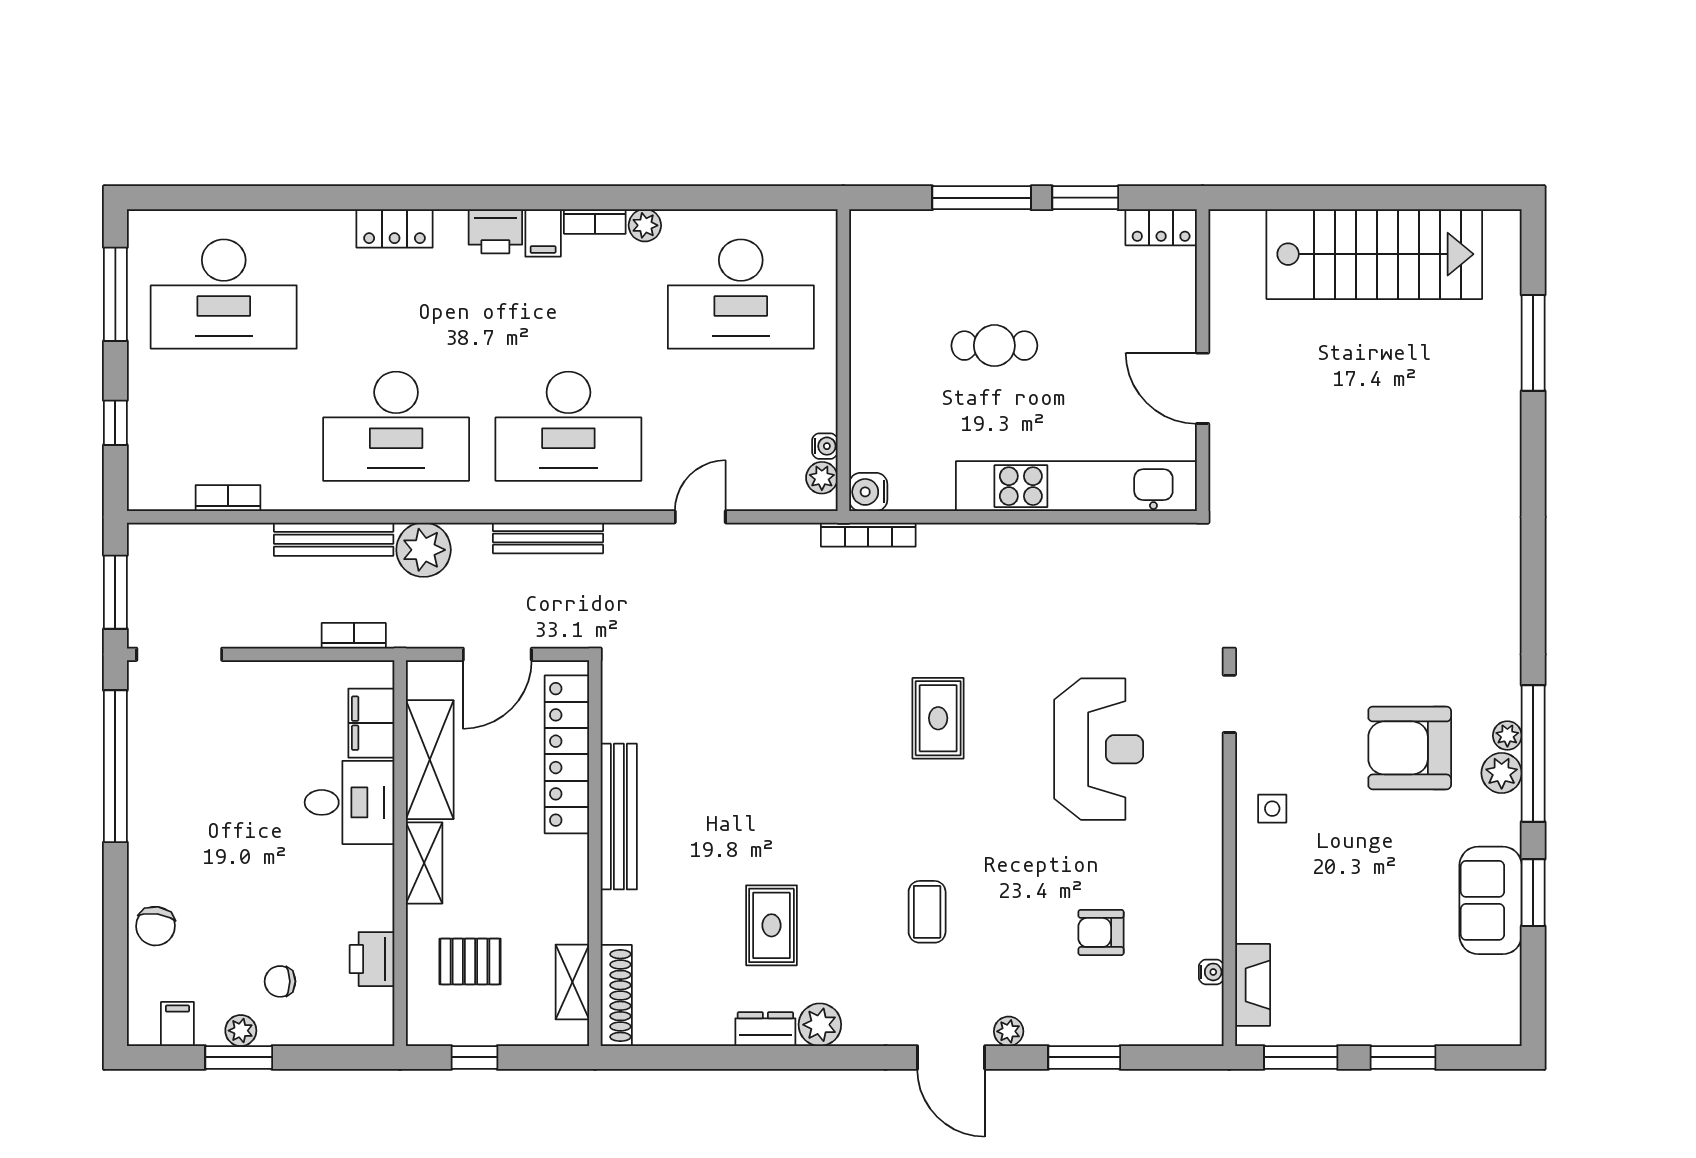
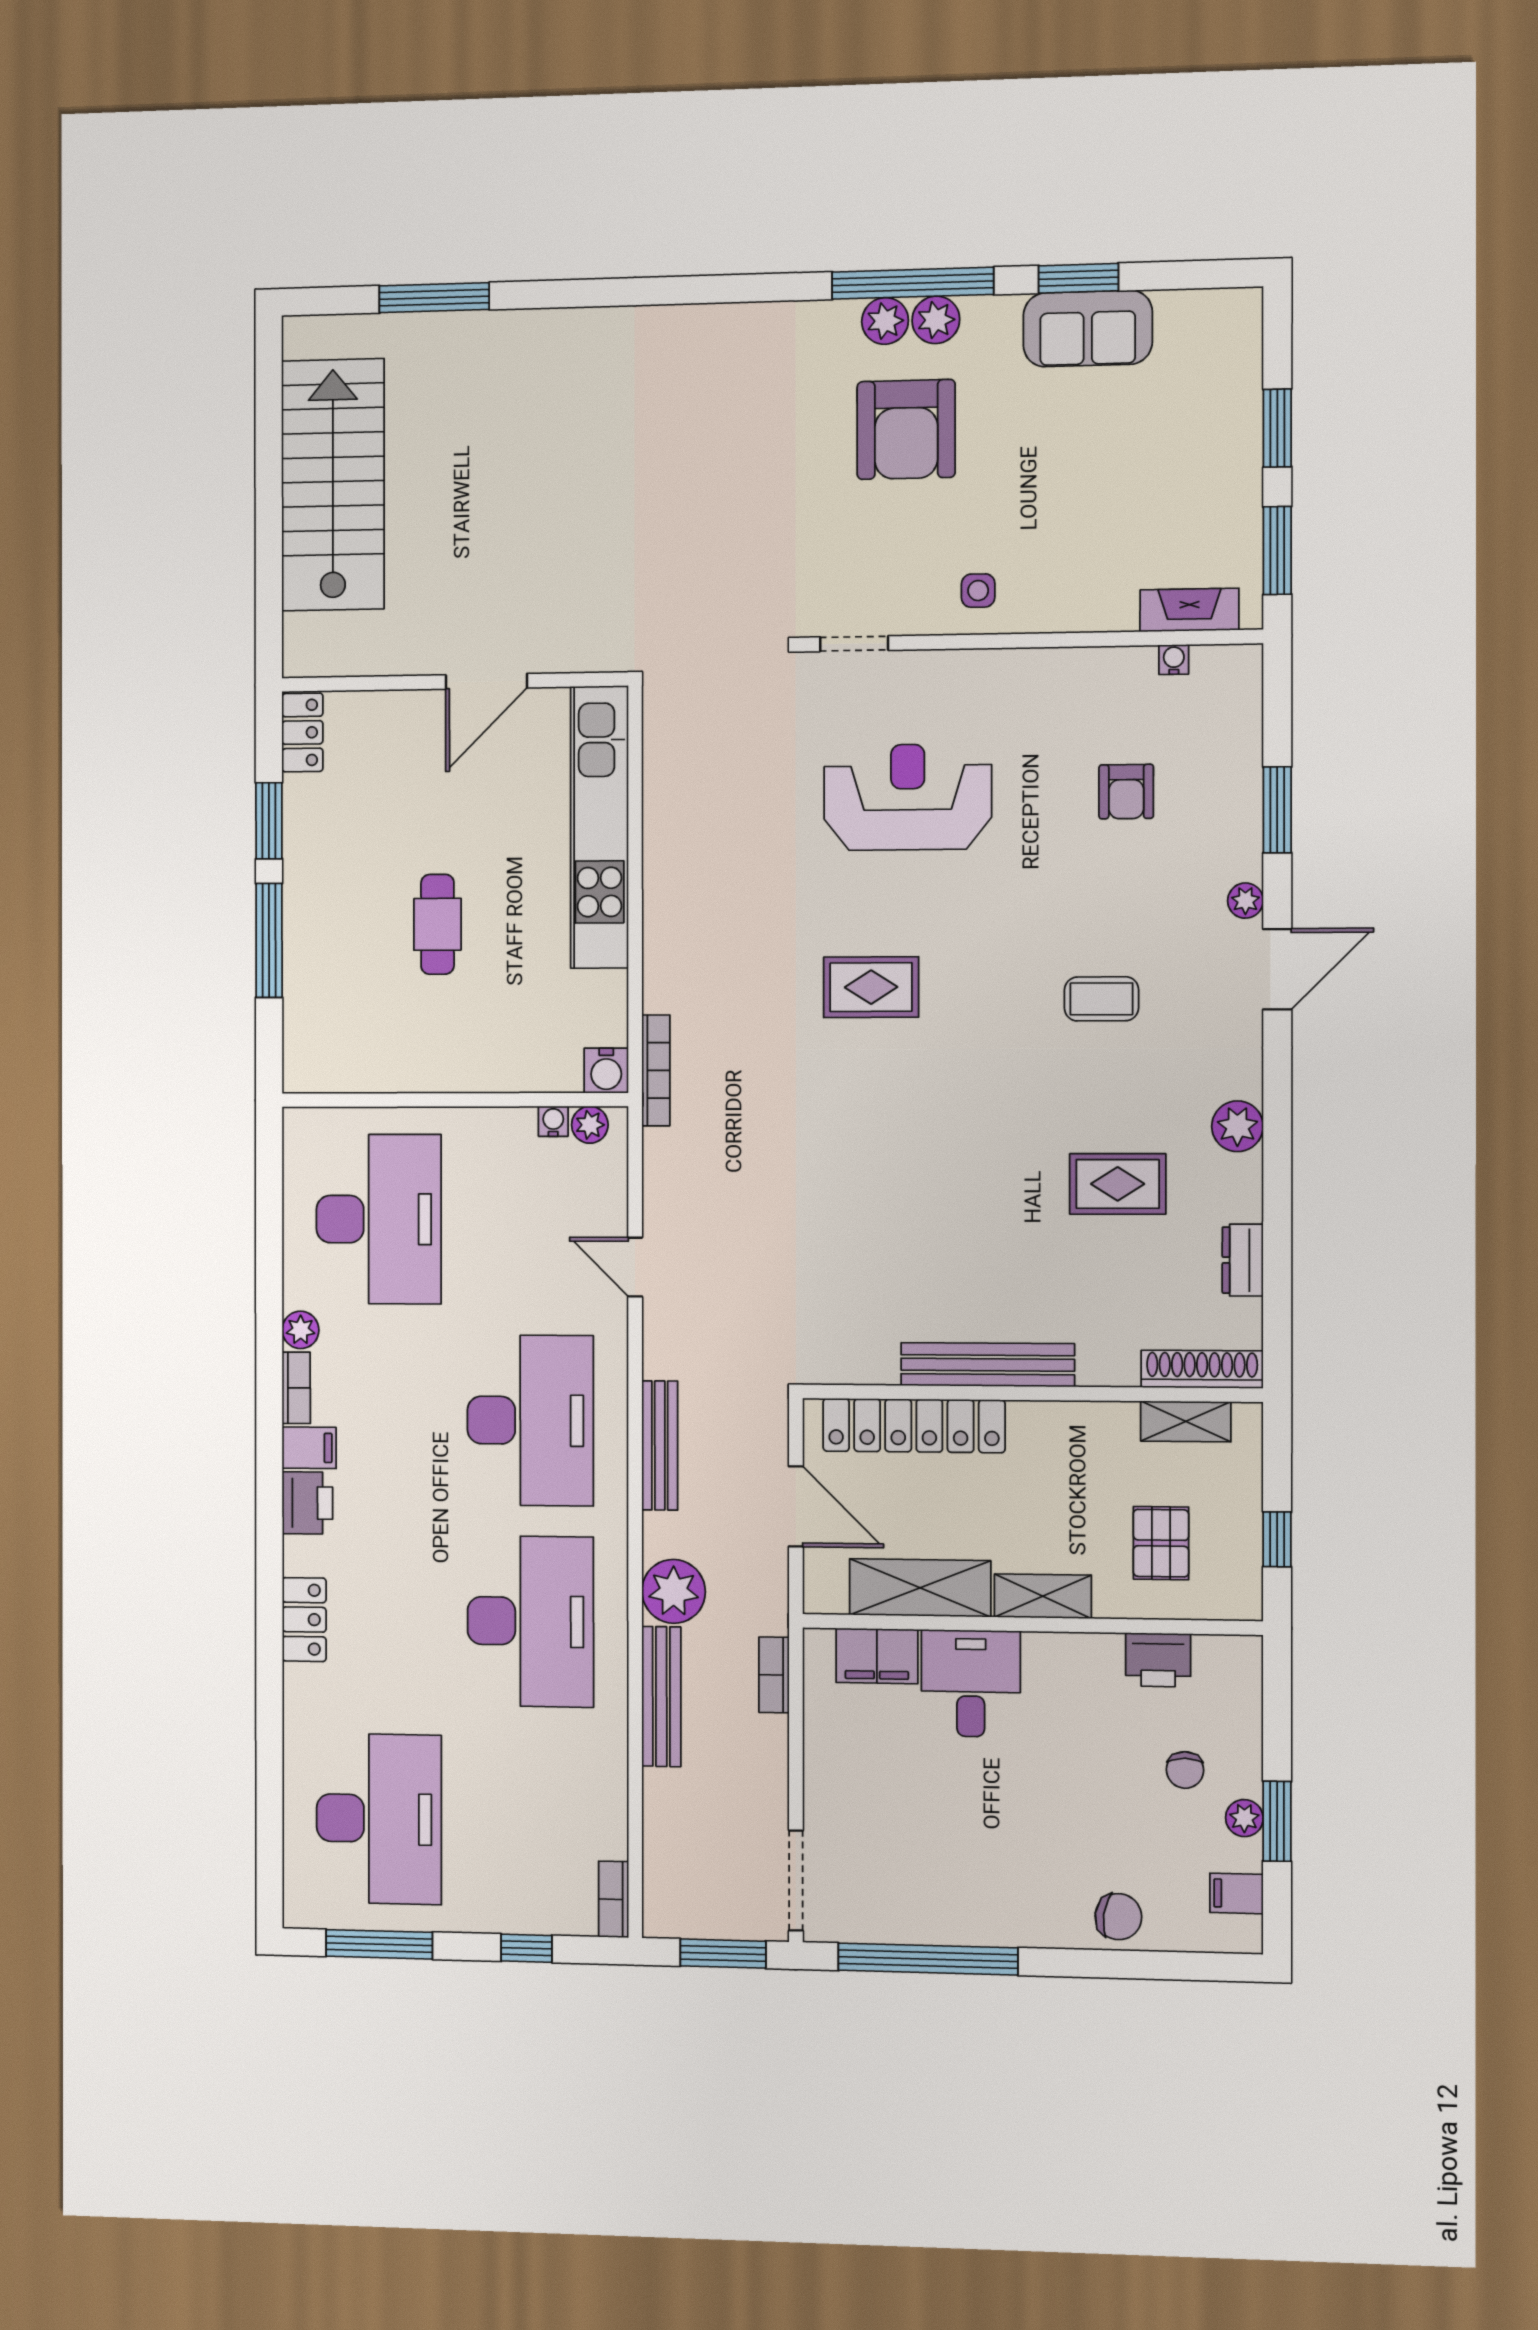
bookcase: (228, 498) -> (614, 1899), moved
plant: (1507, 736) -> (885, 321), width x1.38, depth x1.38
dresser: (765, 1029) -> (1243, 1260), moved

